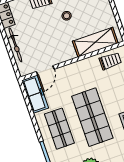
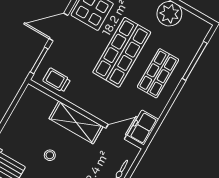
shelving: (95, 42) -> (76, 123), moved
freezer: (35, 94) -> (143, 128), width x0.71

